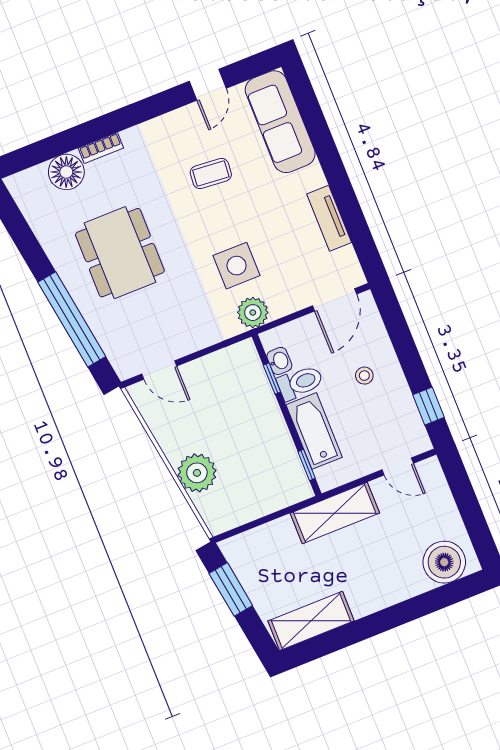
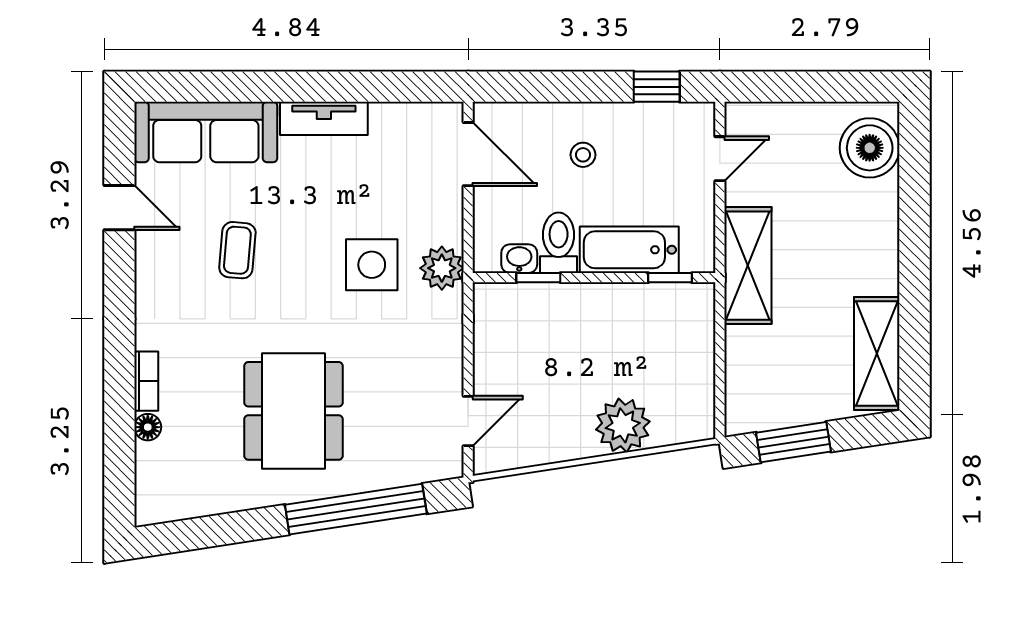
floor lamp: (66, 172) -> (148, 427), width x0.53, depth x0.53
tv unit: (329, 218) -> (324, 118), moved
dining table: (120, 253) -> (293, 411), turned 90

